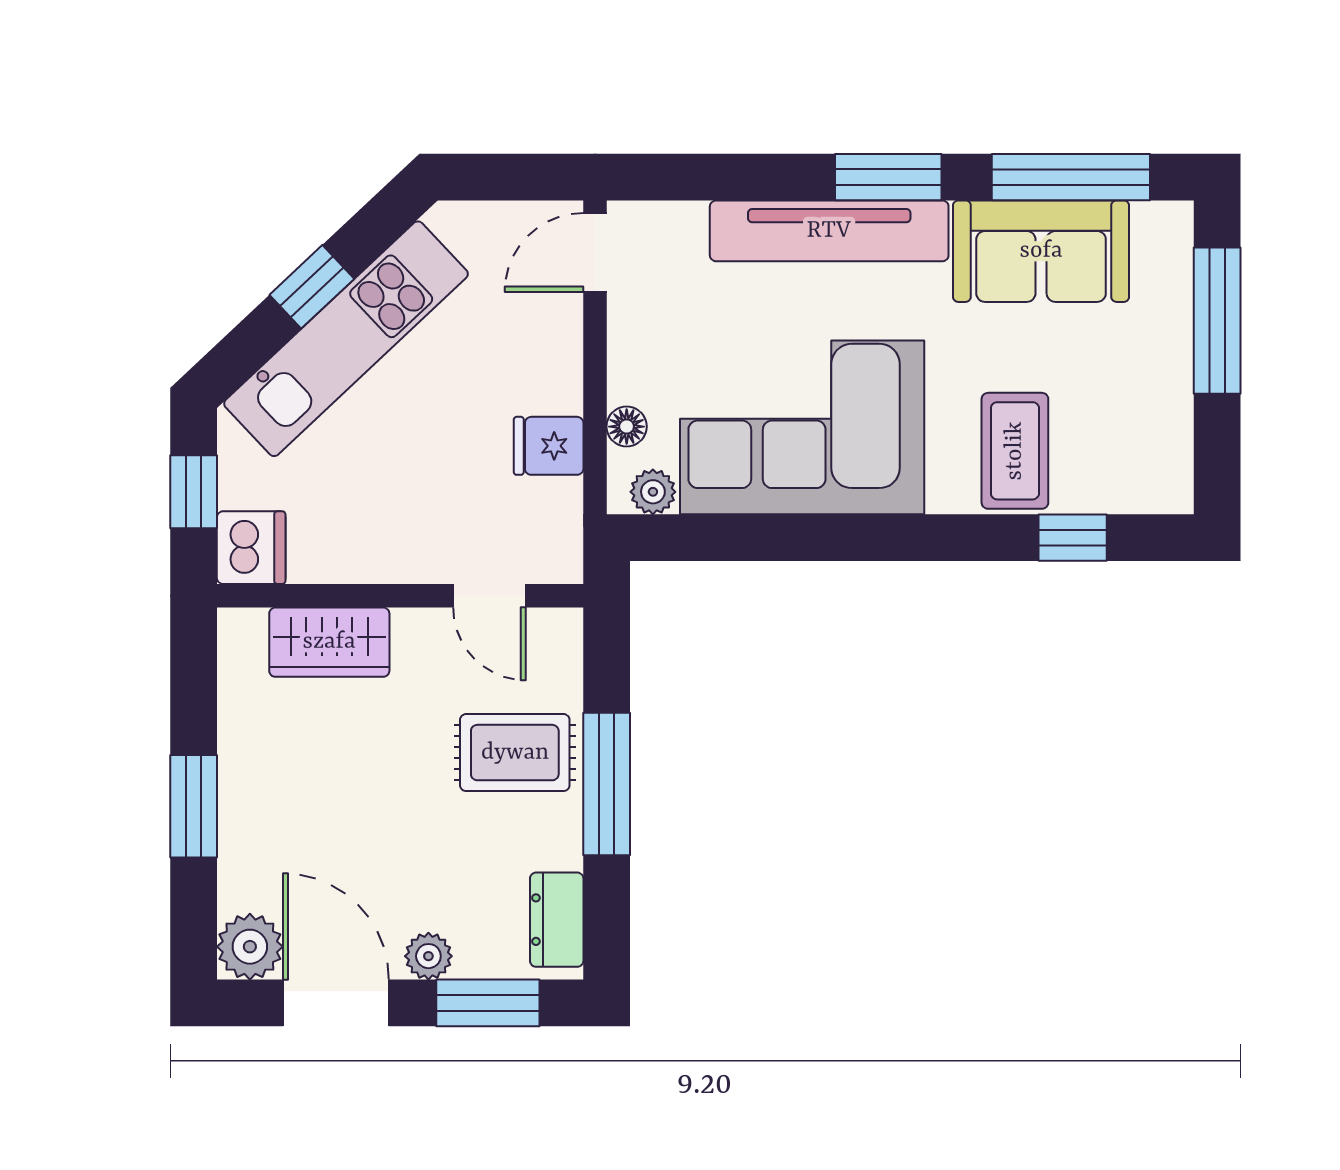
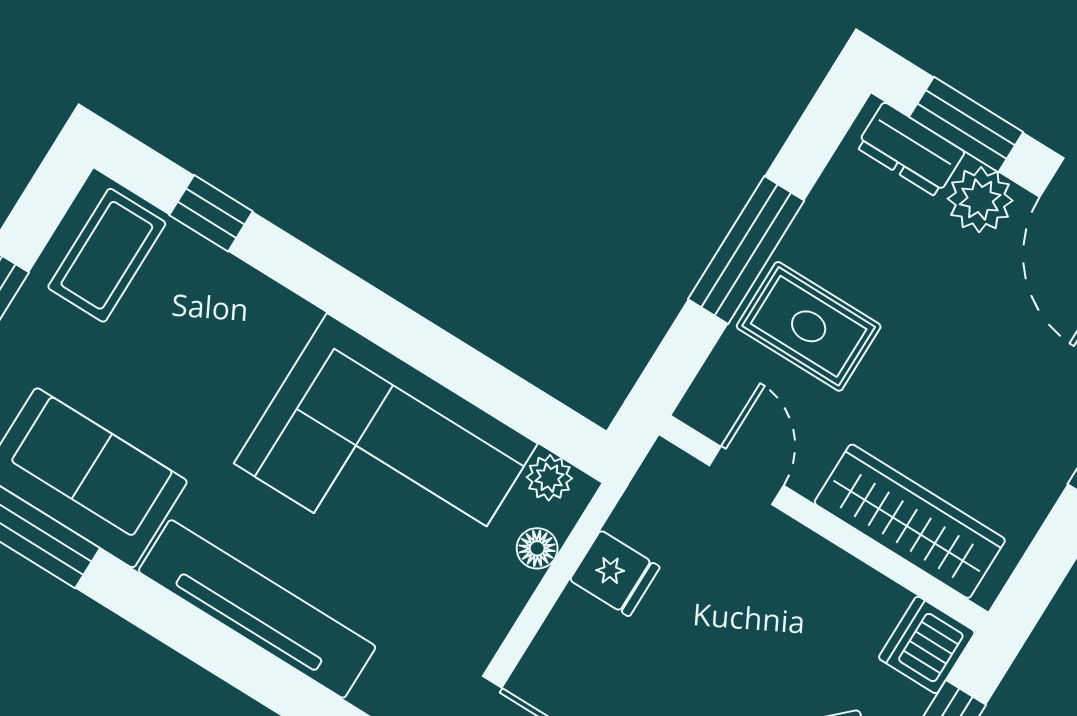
window: (888, 177) -> (177, 624), removed
coffee table: (1015, 451) -> (107, 255), moved
wardrobe: (329, 642) -> (910, 521), width x1.50
dresser: (557, 920) -> (910, 150), moved, turned 90
plant: (428, 956) -> (980, 200), width x1.38, depth x1.38

